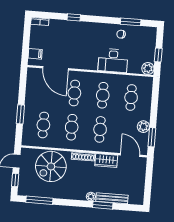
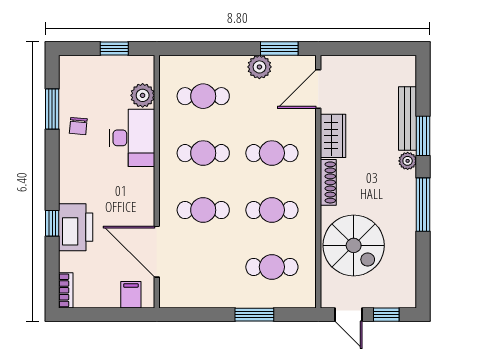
printer: (71, 29) -> (76, 227), added
door: (56, 68) -> (157, 252), swing flipped
plant: (148, 68) -> (143, 95), moved
window: (39, 200) -> (423, 205), moved

